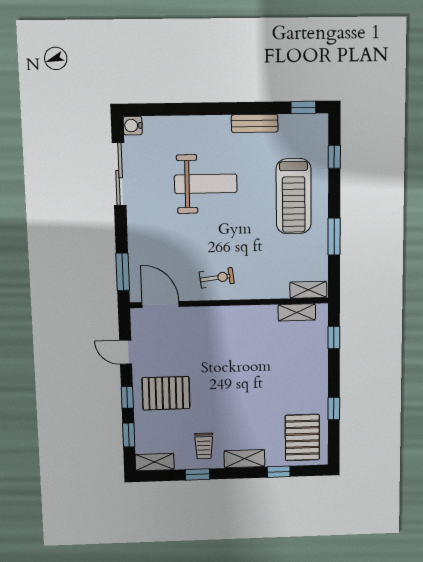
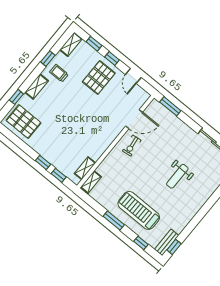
bench: (255, 123) -> (167, 242), moved
weight bench: (206, 184) -> (177, 176), width x0.73, depth x0.75
window: (334, 237) -> (114, 221), moved
door: (161, 305) -> (134, 119), moved
door: (126, 352) -> (133, 76), swing flipped
window: (334, 409) -> (43, 162), moved

